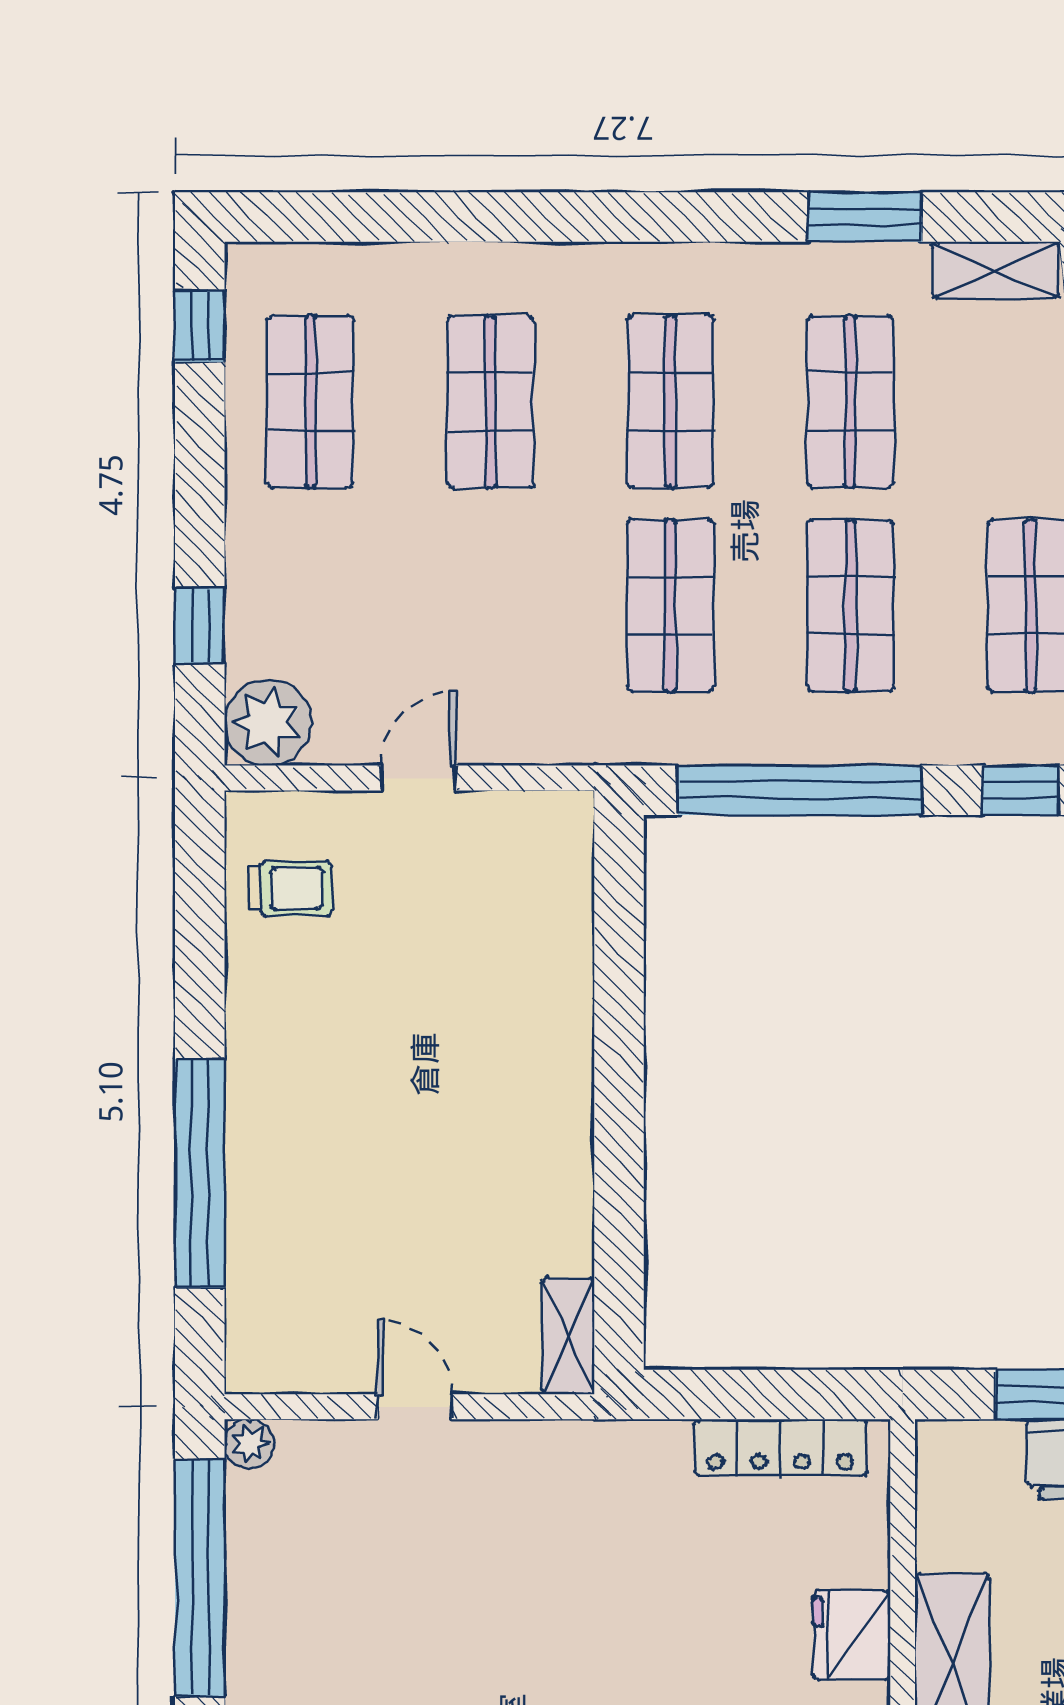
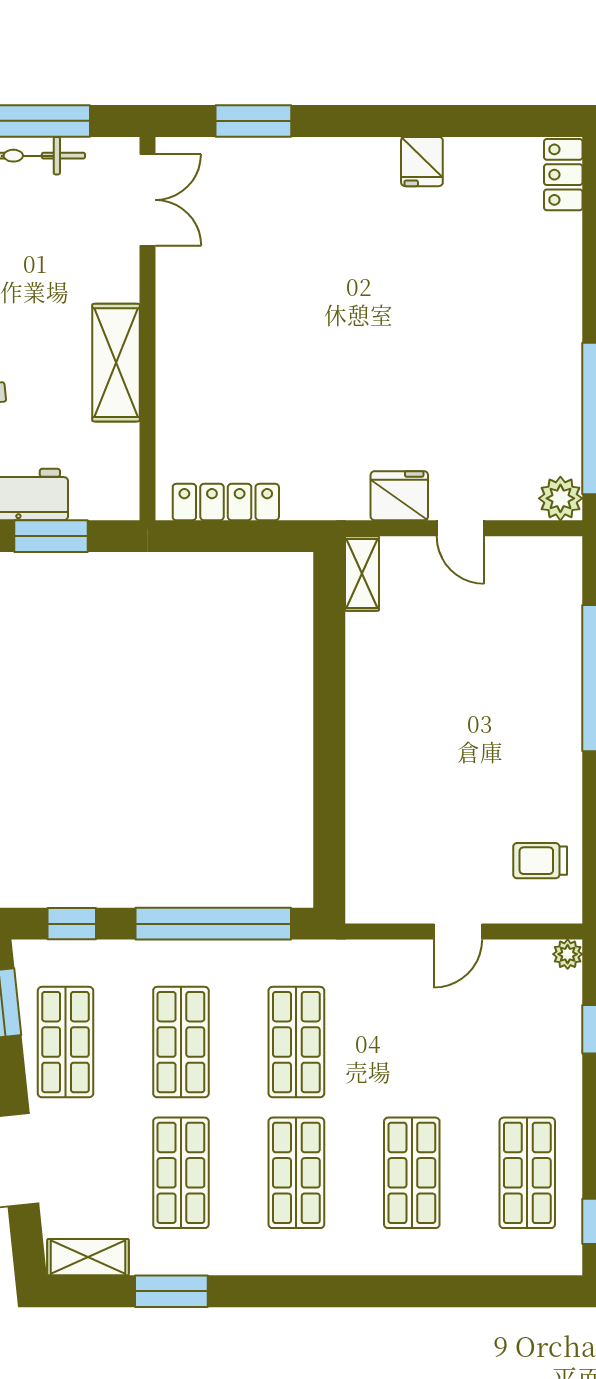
plant: (268, 722) -> (568, 954), width x0.53, depth x0.53
plant: (249, 1444) -> (560, 498), width x1.38, depth x1.38
fridge: (852, 1635) -> (399, 496), moved, turned -90

